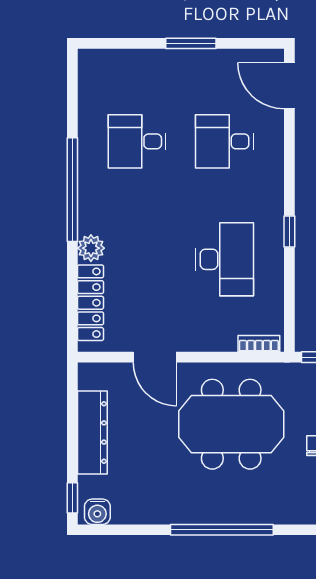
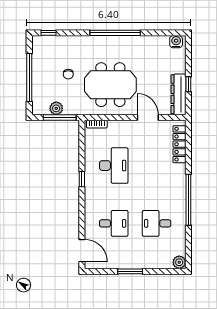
desk: (137, 141) -> (157, 223), turned 180
plant: (91, 248) -> (179, 262), moved
desk: (224, 259) -> (114, 166), turned 180
dresser: (92, 432) -> (179, 94), moved
window: (72, 498) -> (188, 84), moved

